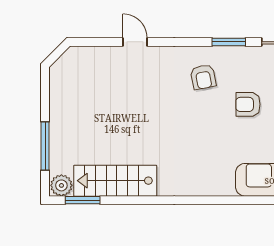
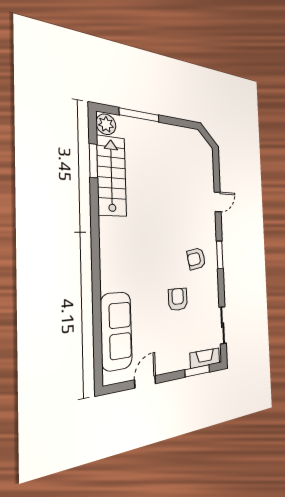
window: (229, 42) -> (220, 255), moved
window: (83, 200) -> (93, 161), moved

